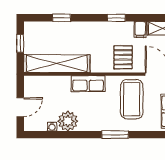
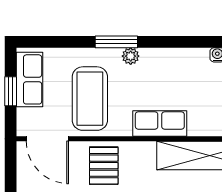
plant: (68, 121) -> (131, 56), moved, width x0.53, depth x0.53

